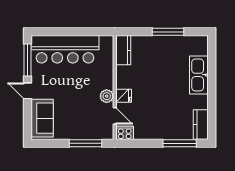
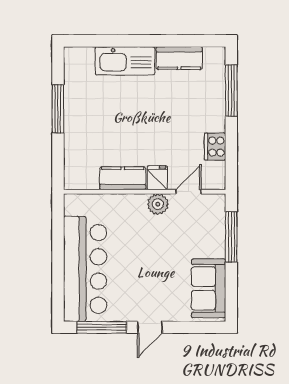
kitchen counter: (123, 50) -> (123, 178), moved
sofa: (42, 118) -> (209, 288), moved, turned -90
kitchen counter: (201, 124) -> (179, 58), moved
cooker: (125, 133) -> (215, 147), moved

